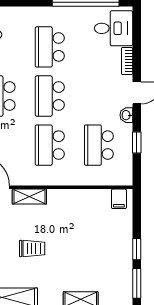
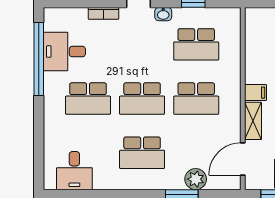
desk: (113, 28) -> (64, 52), moved, turned -90
filing cabinet: (119, 199) -> (255, 93), moved

